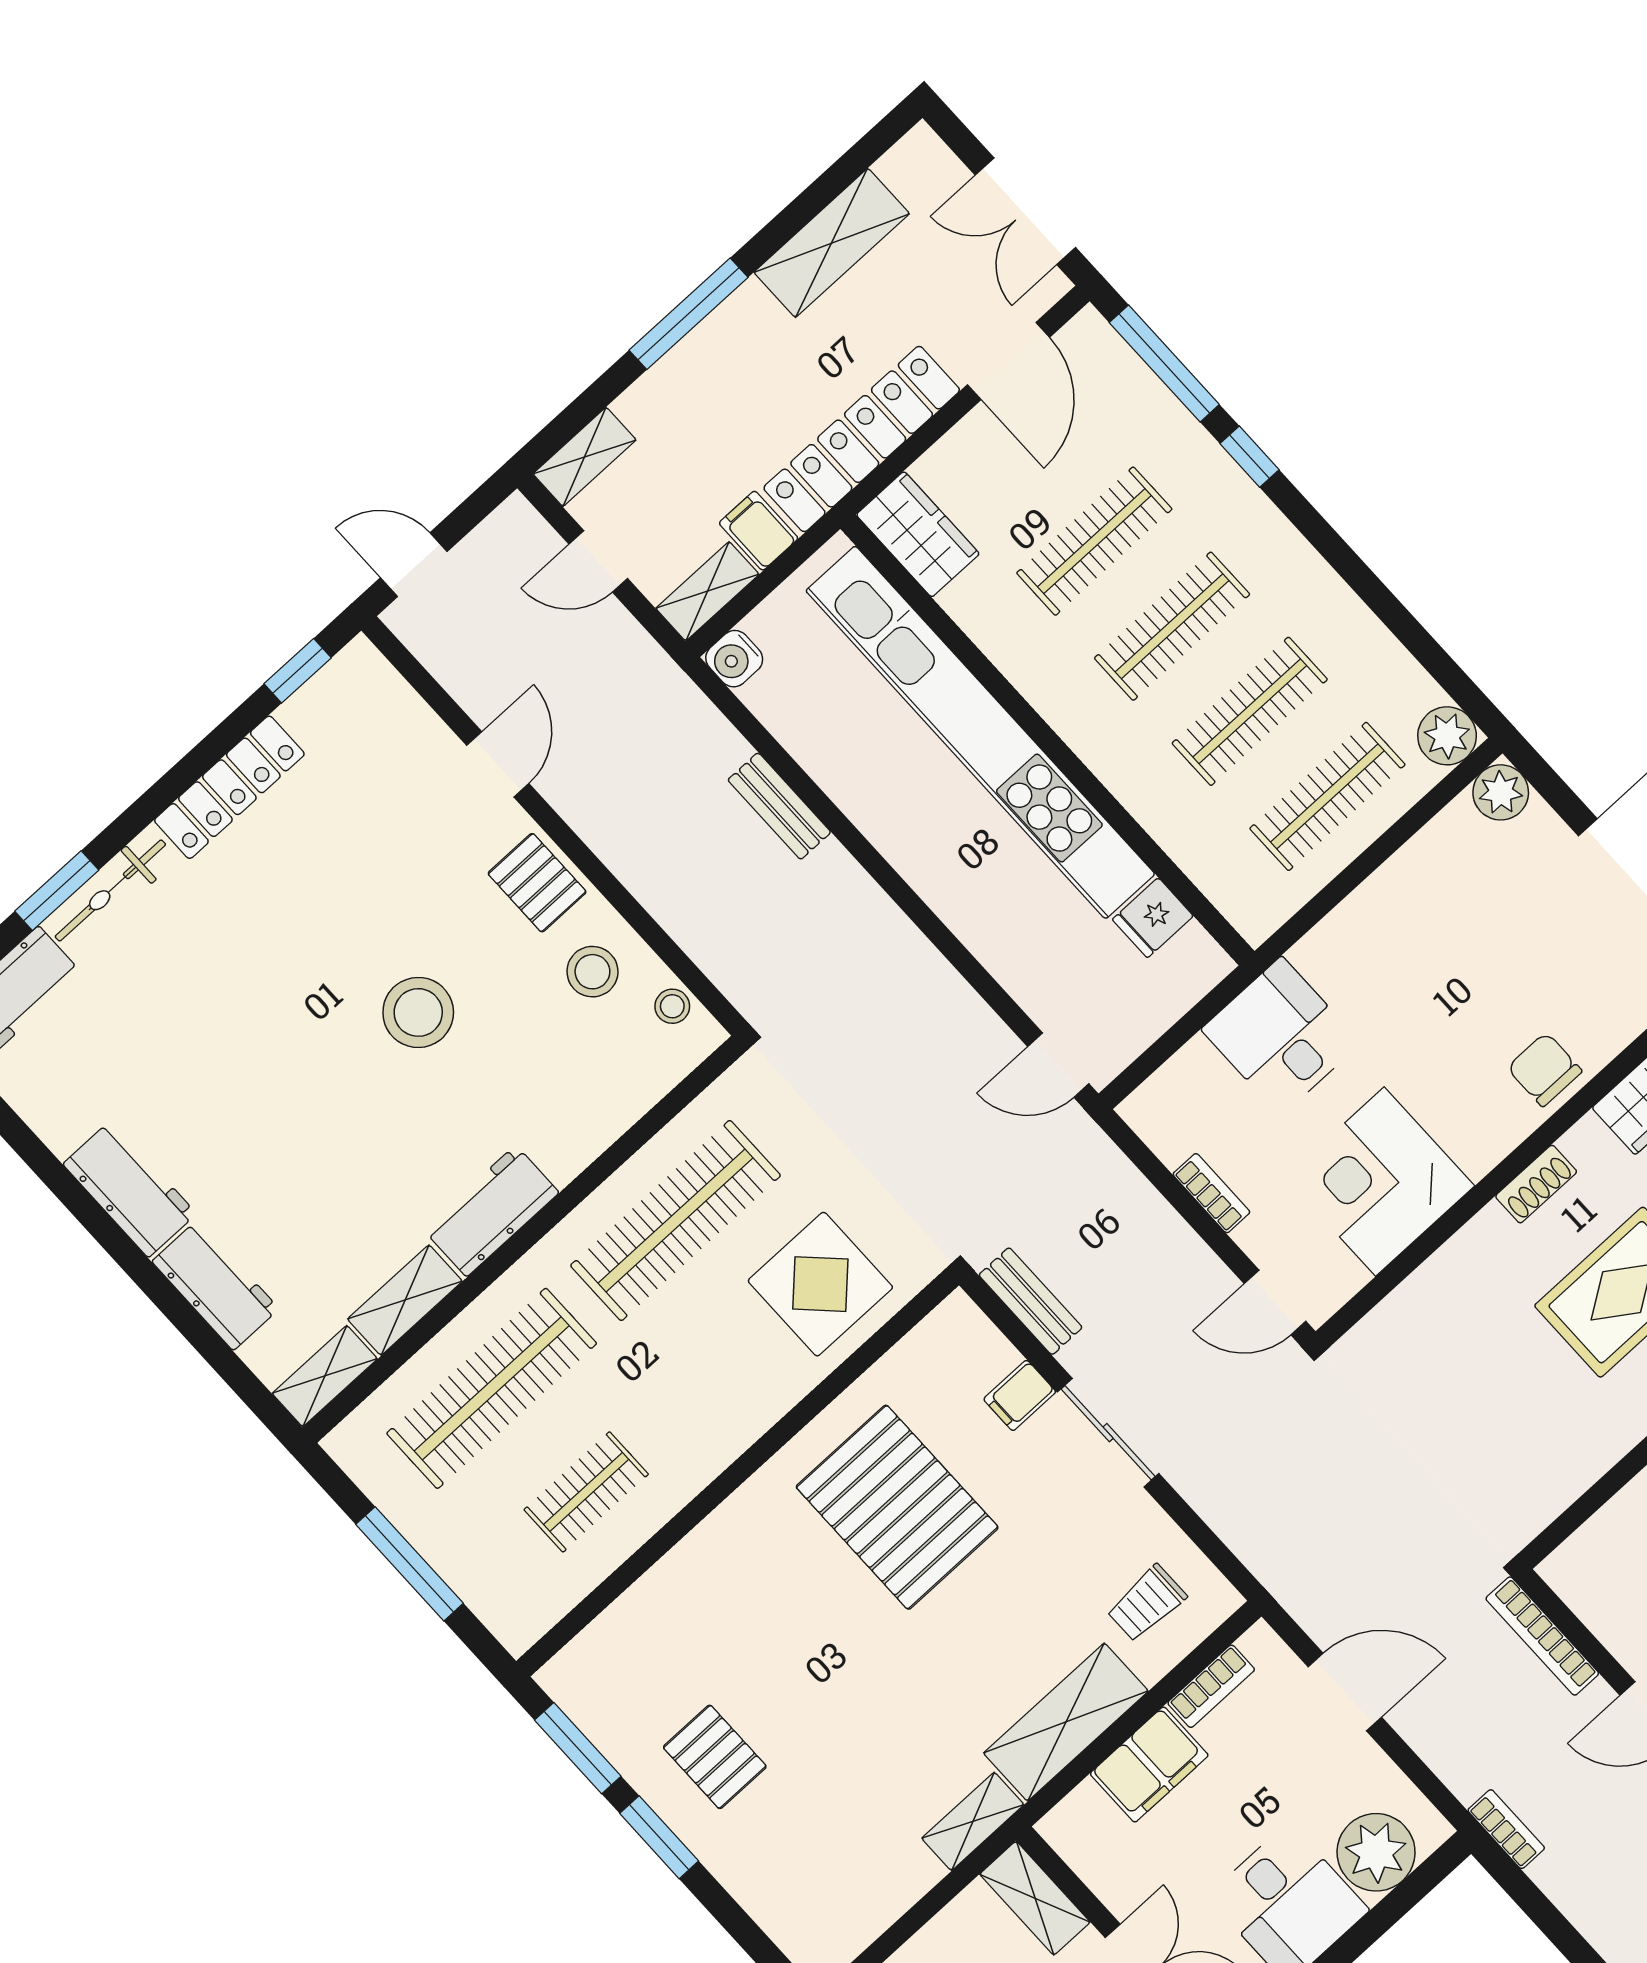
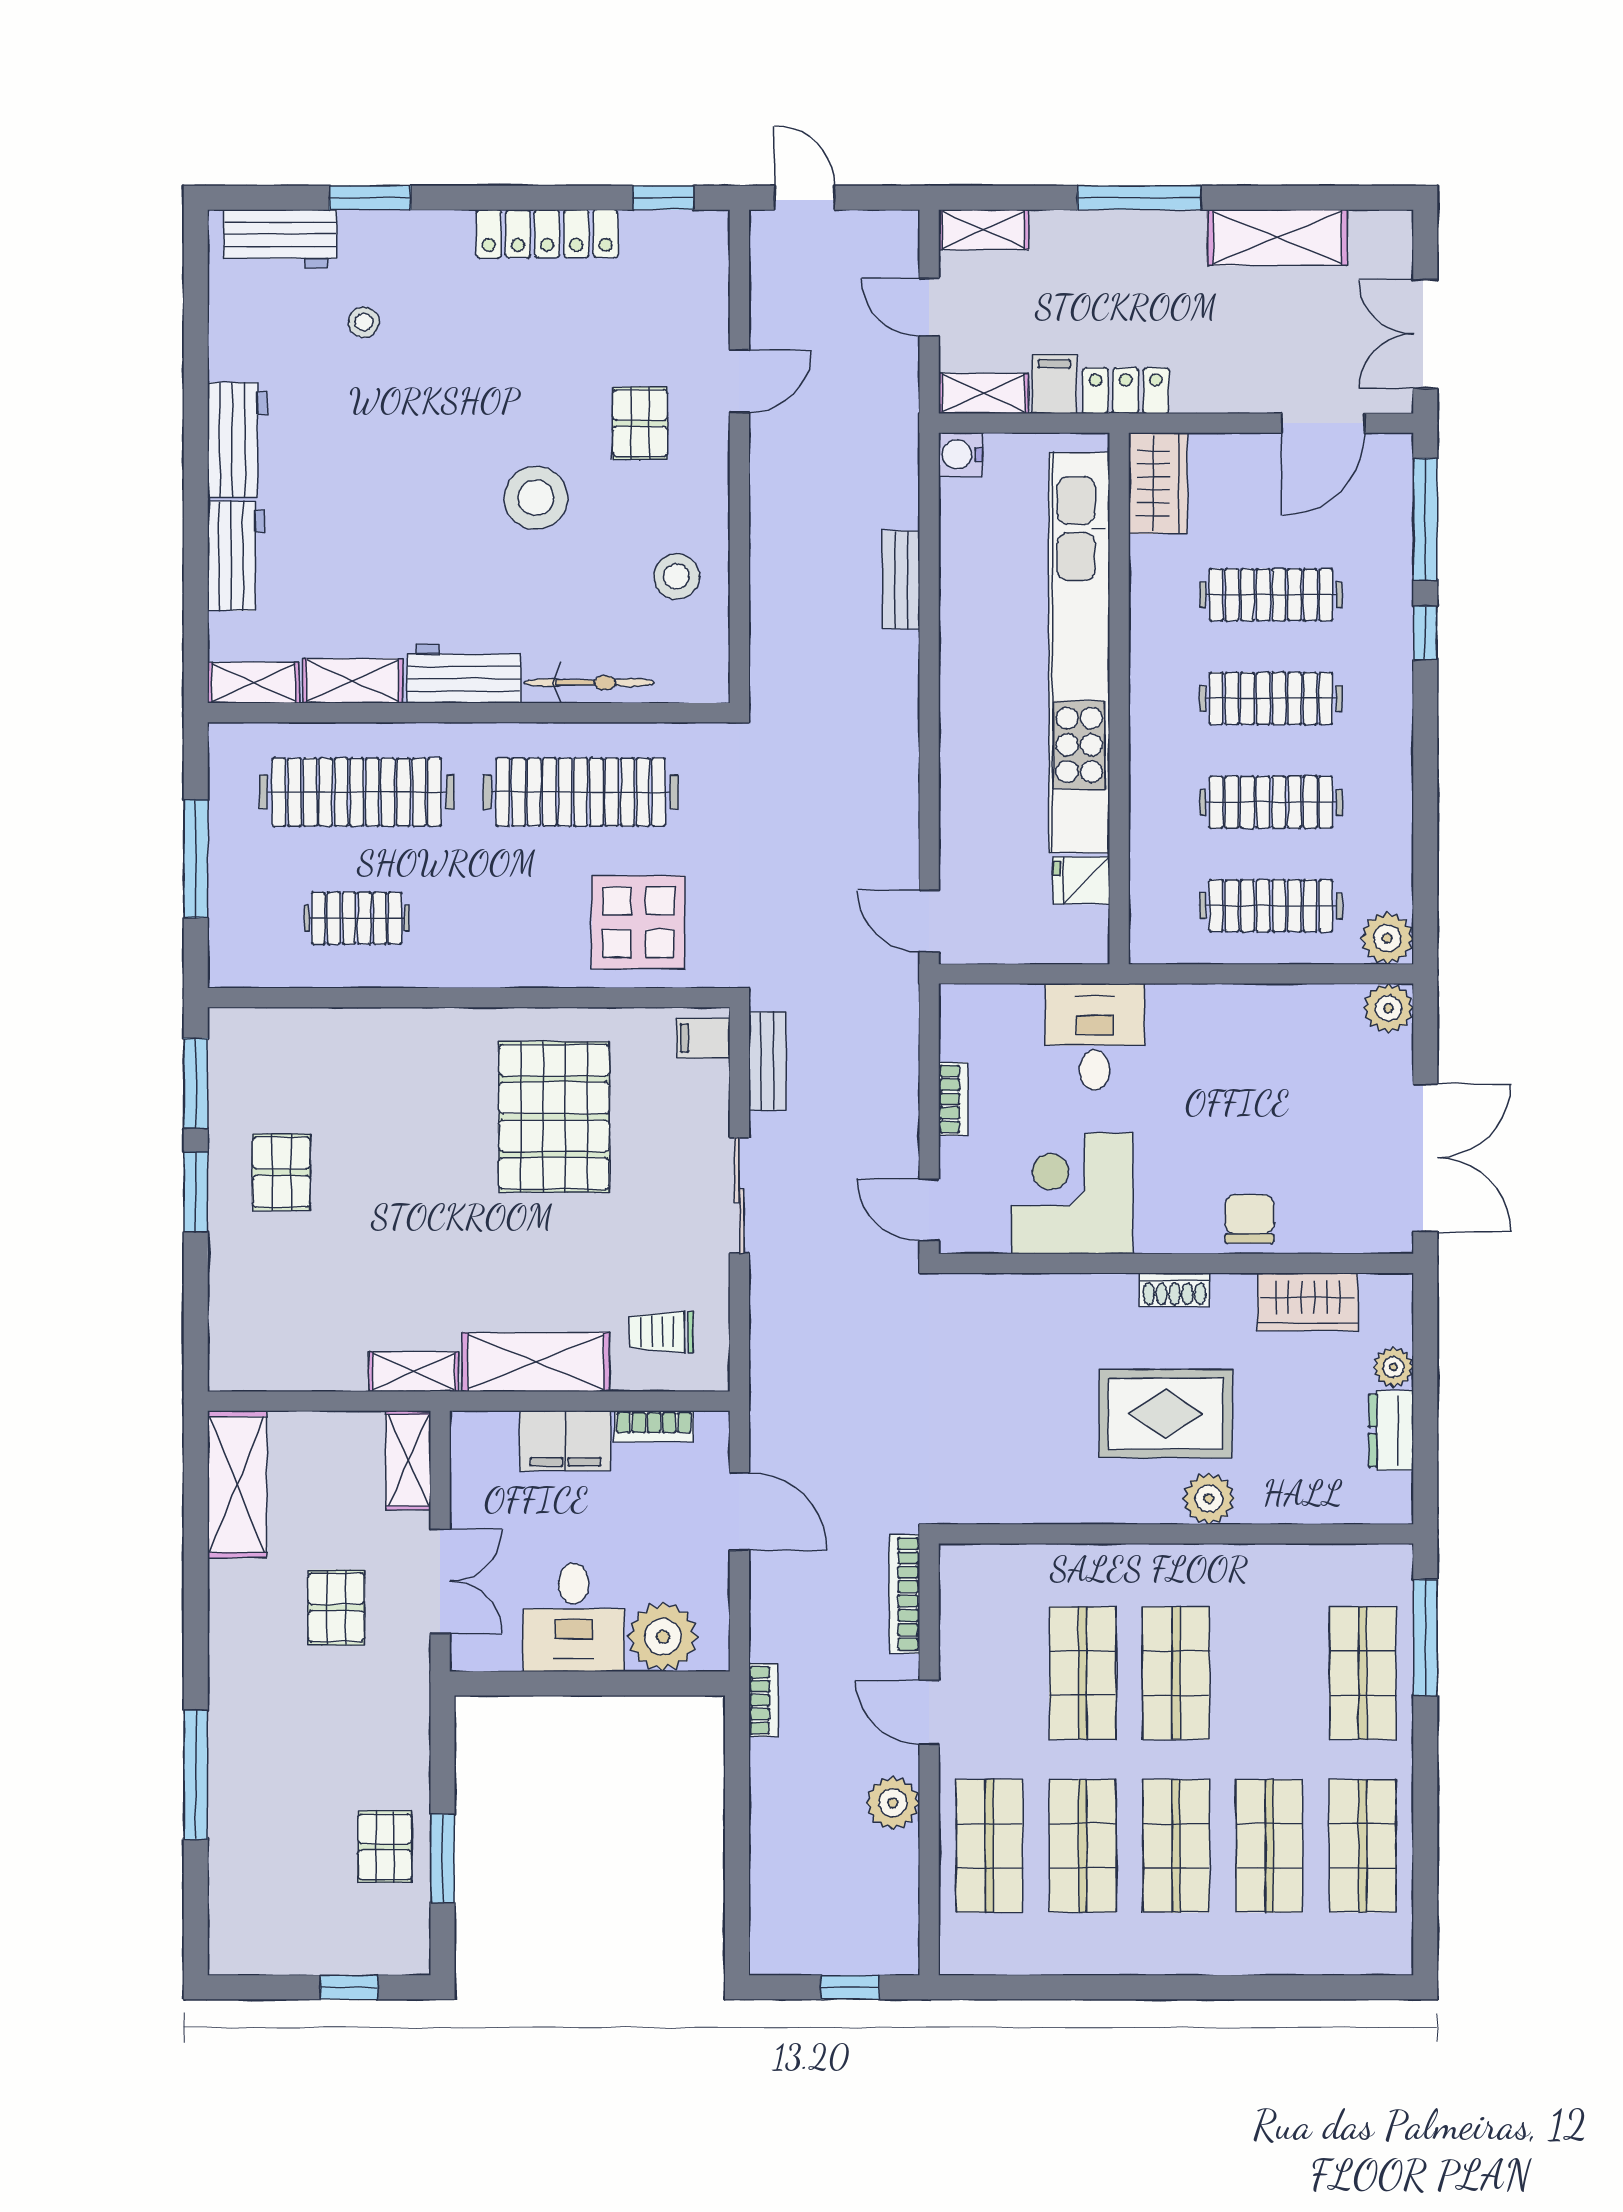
locker: (862, 439) -> (1126, 391), width x0.46, depth x0.83
pallet: (537, 883) -> (640, 423), moved
bicycle: (110, 890) -> (589, 683), moved, turned 180
stool: (672, 1006) -> (364, 322), moved
filing cabinet: (1020, 1395) -> (703, 1038), moved

